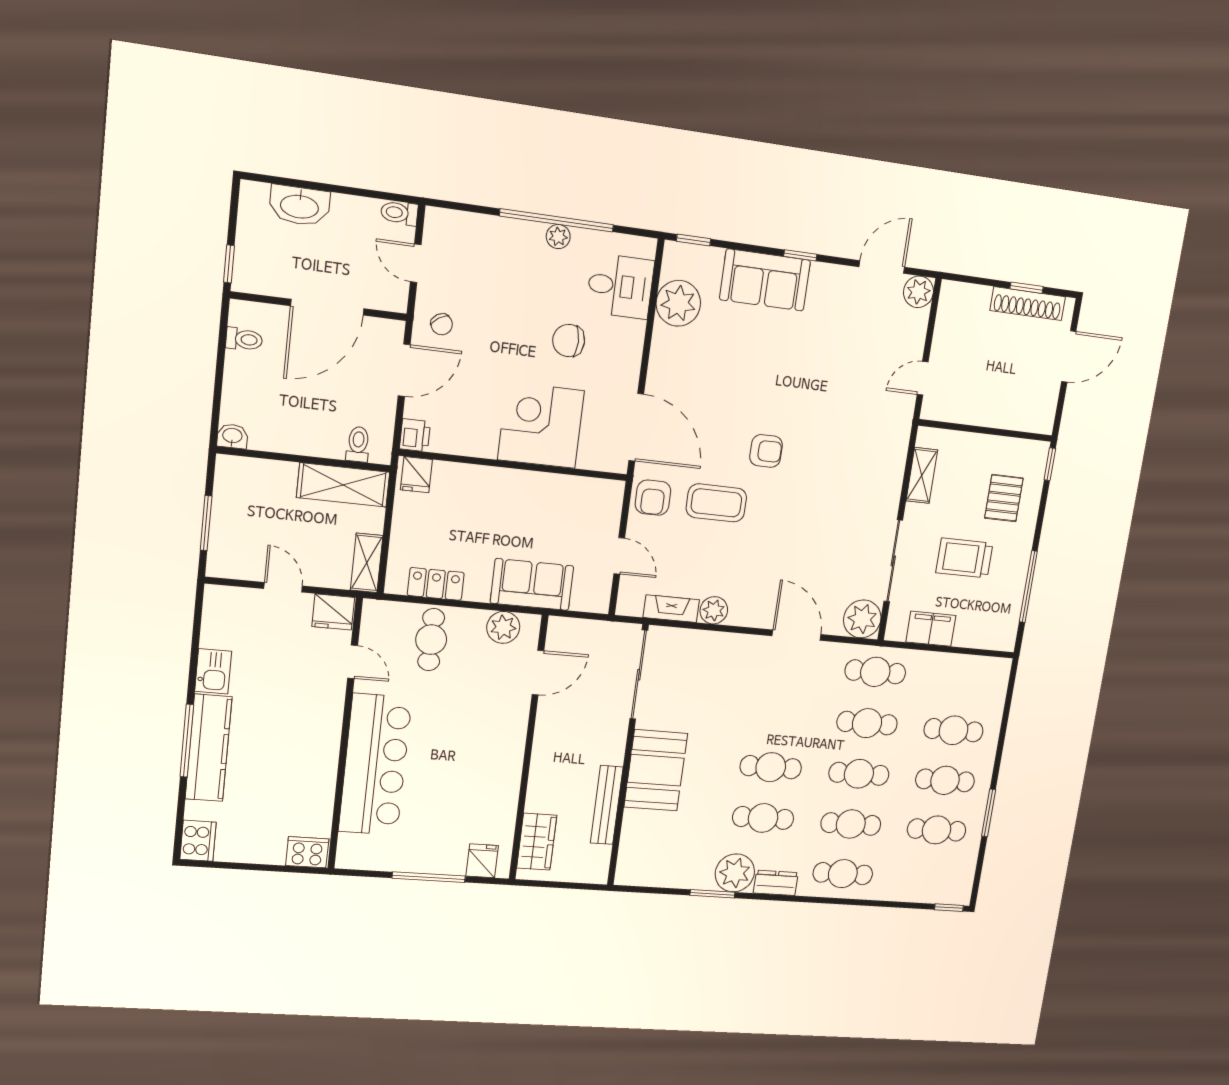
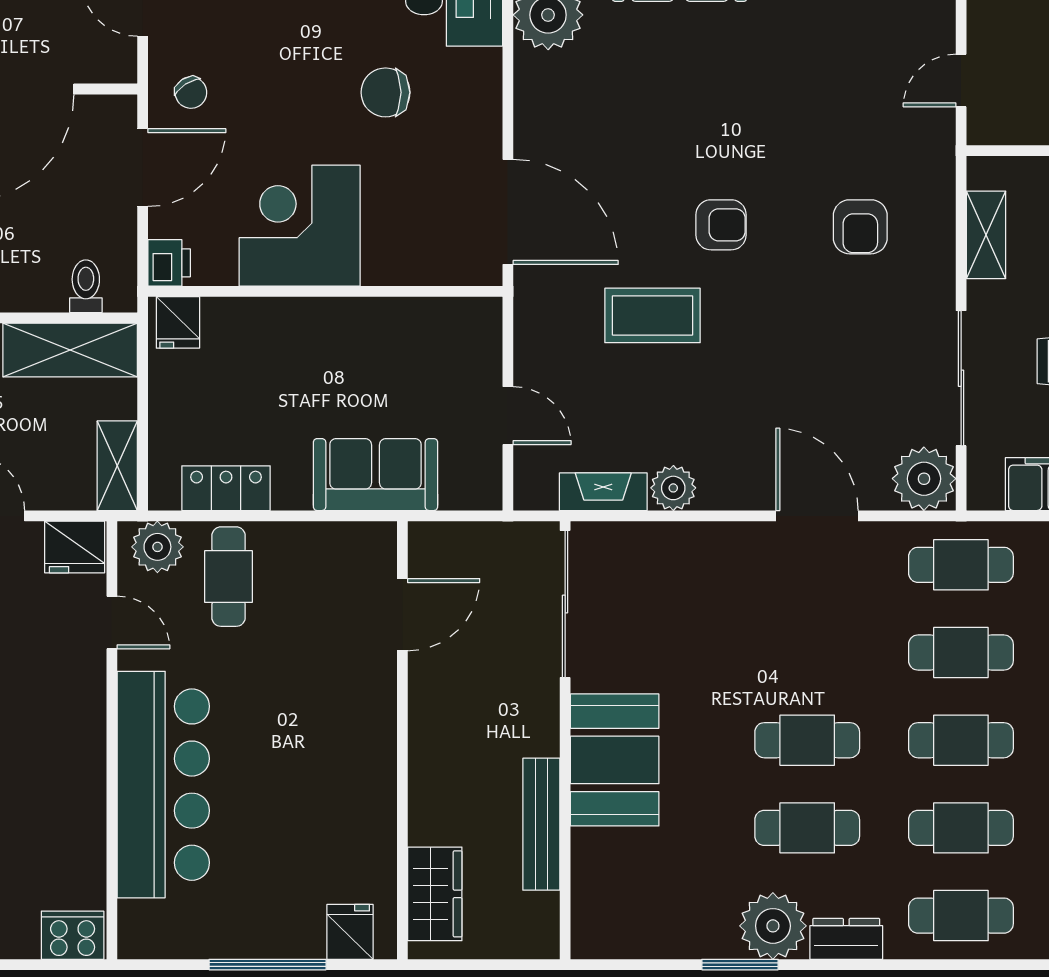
corner desk: (541, 425) -> (300, 226), moved
armchair: (653, 498) -> (860, 227), moved
plant: (503, 627) -> (157, 547), moved

